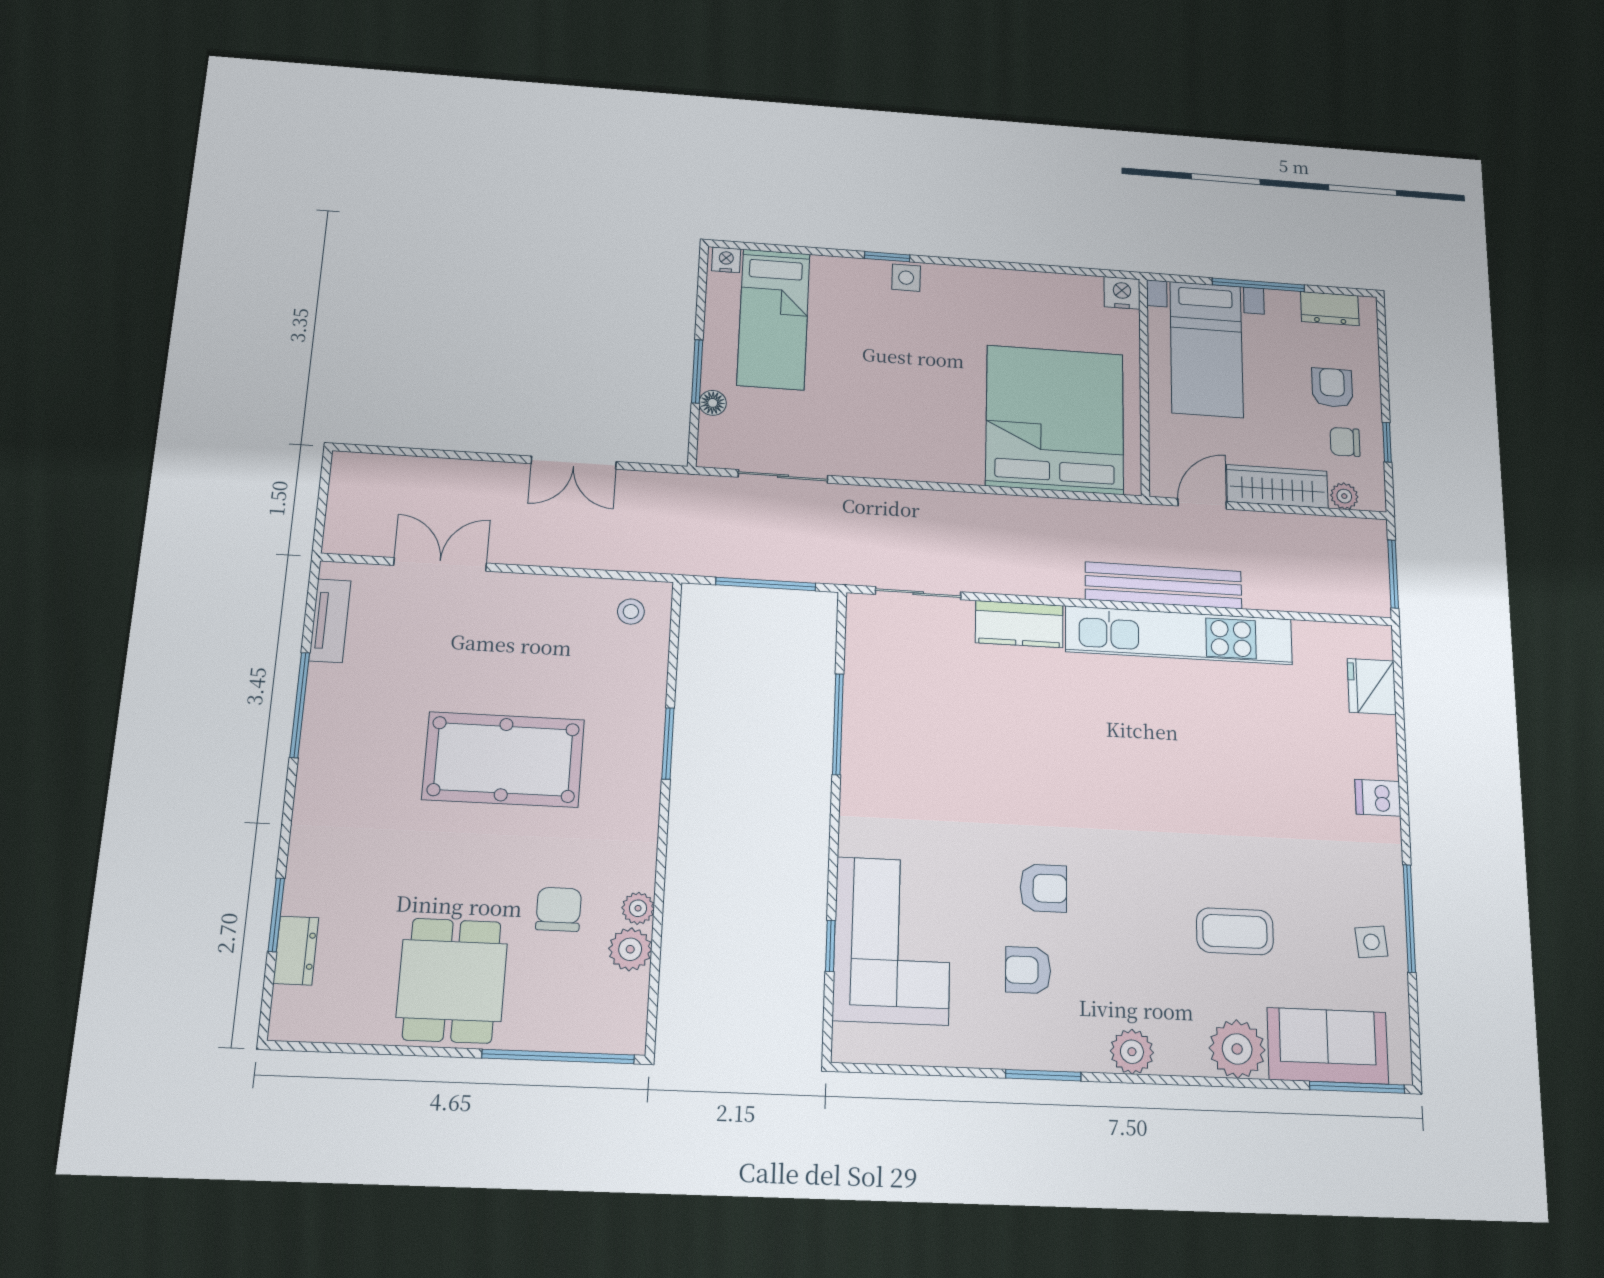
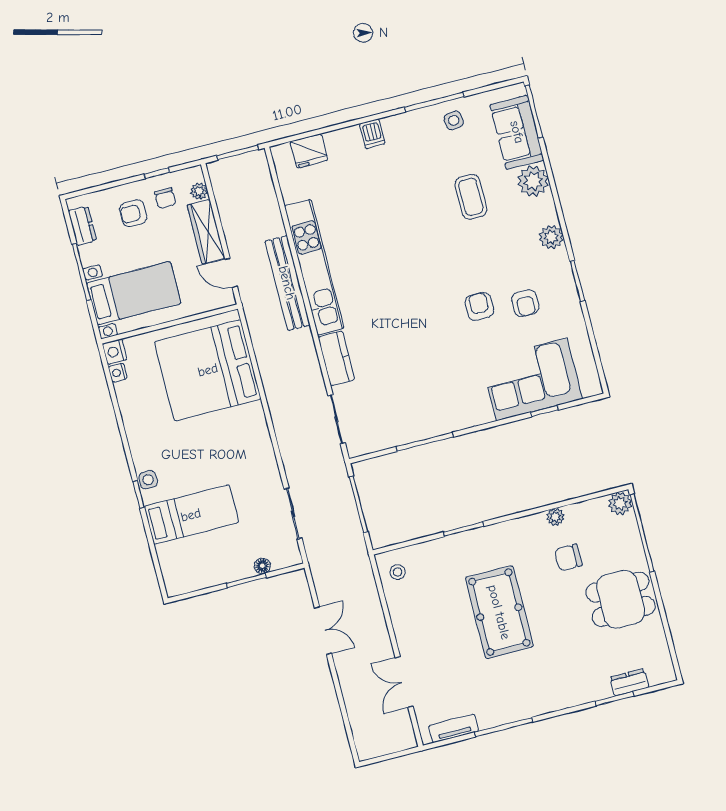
nightstand: (726, 260) -> (118, 373), moved
bed: (774, 319) -> (191, 515), moved
plant: (630, 949) -> (620, 503), moved

